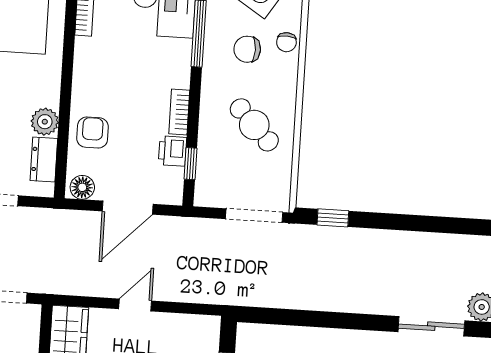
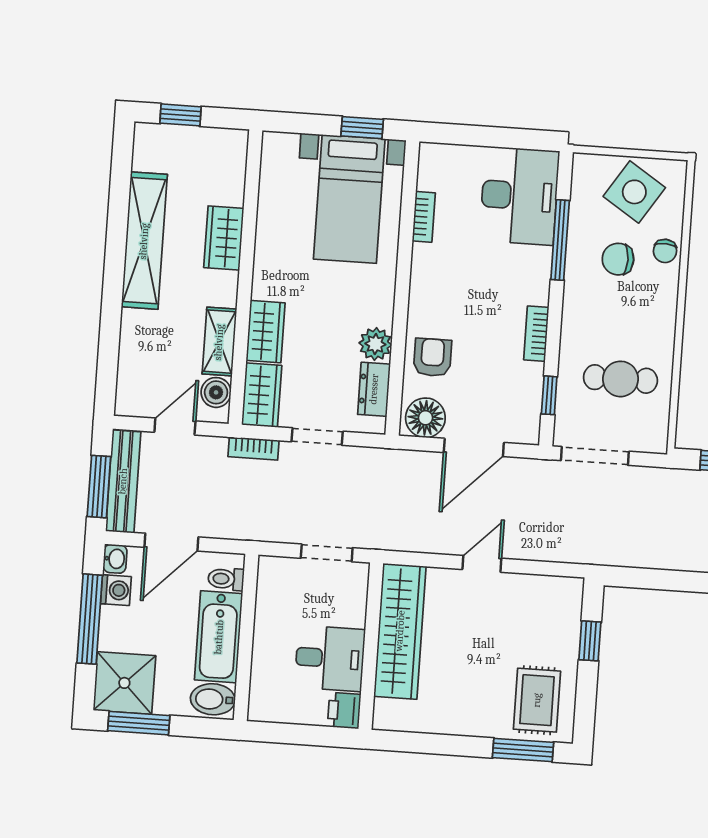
cafe table: (254, 125) -> (620, 379), moved, turned -46
printer: (172, 151) -> (528, 380), removed
floor lamp: (82, 187) -> (425, 418), width x1.38, depth x1.38
doorway: (254, 216) -> (595, 456), moved

